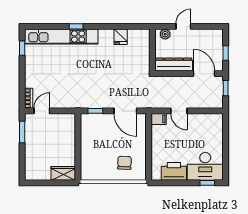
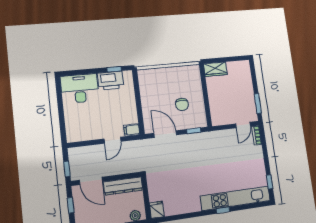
fridge: (121, 37) -> (157, 210), moved
door: (179, 111) -> (113, 140), swing flipped
chair: (124, 163) -> (182, 104), moved
window: (207, 183) -> (114, 69), moved

